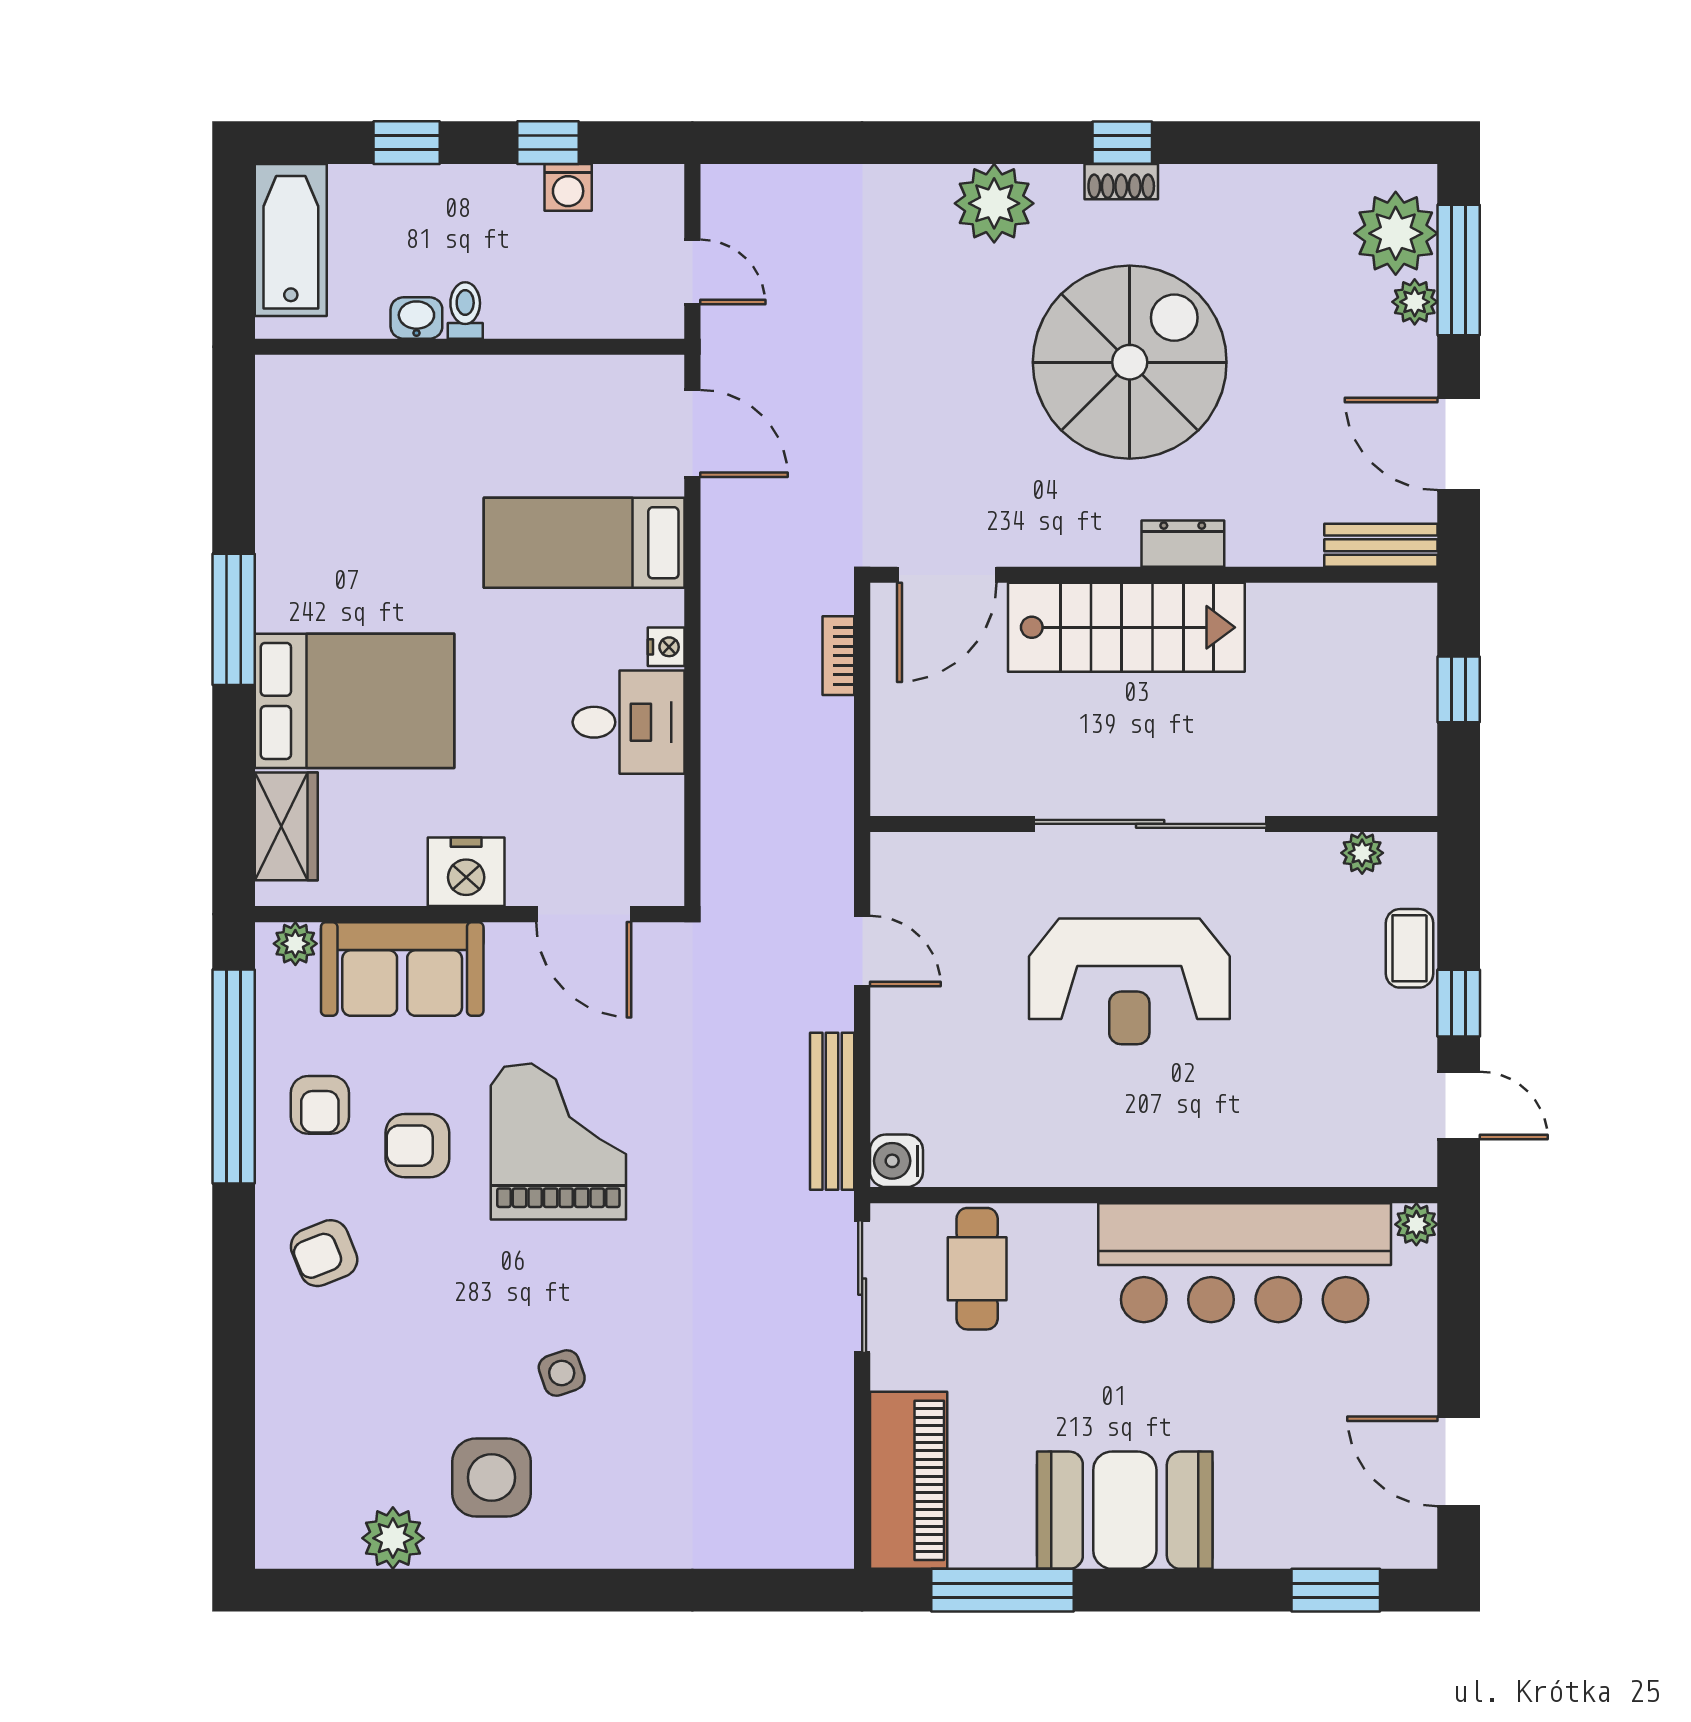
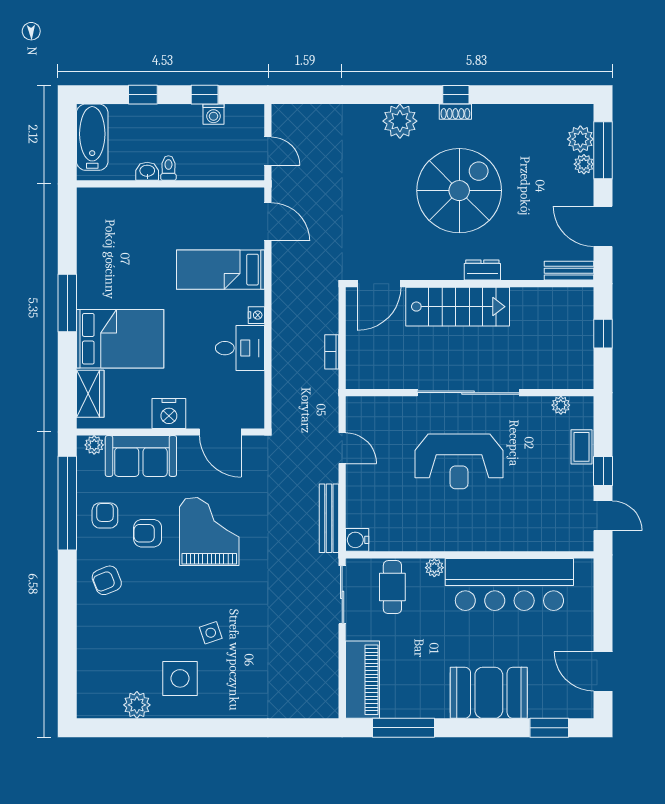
plant: (1396, 233) -> (580, 139), width x0.73, depth x0.73
bookcase: (838, 656) -> (332, 352), moved
armchair: (320, 1105) -> (105, 515), turned 180
plant: (1416, 1224) -> (434, 568), moved
booth: (1125, 1510) -> (489, 693), moved

